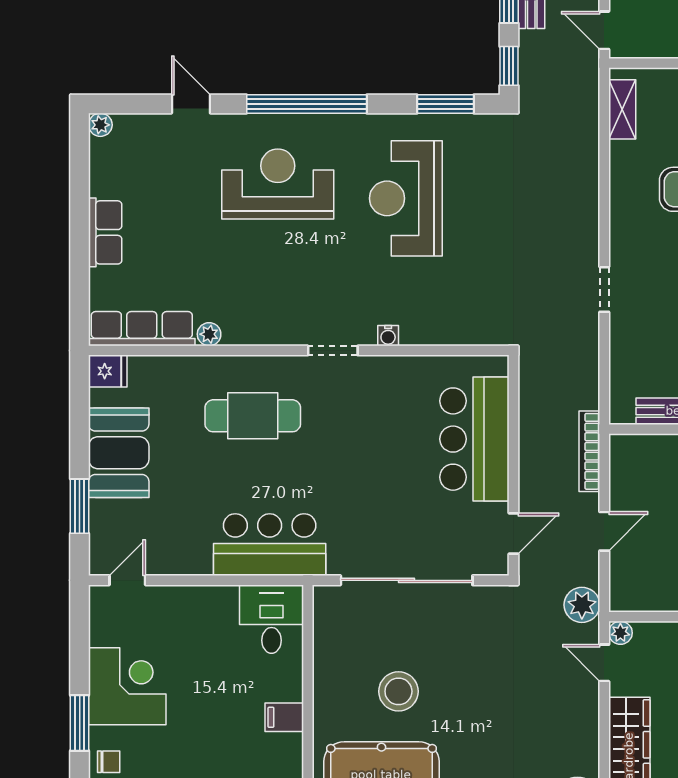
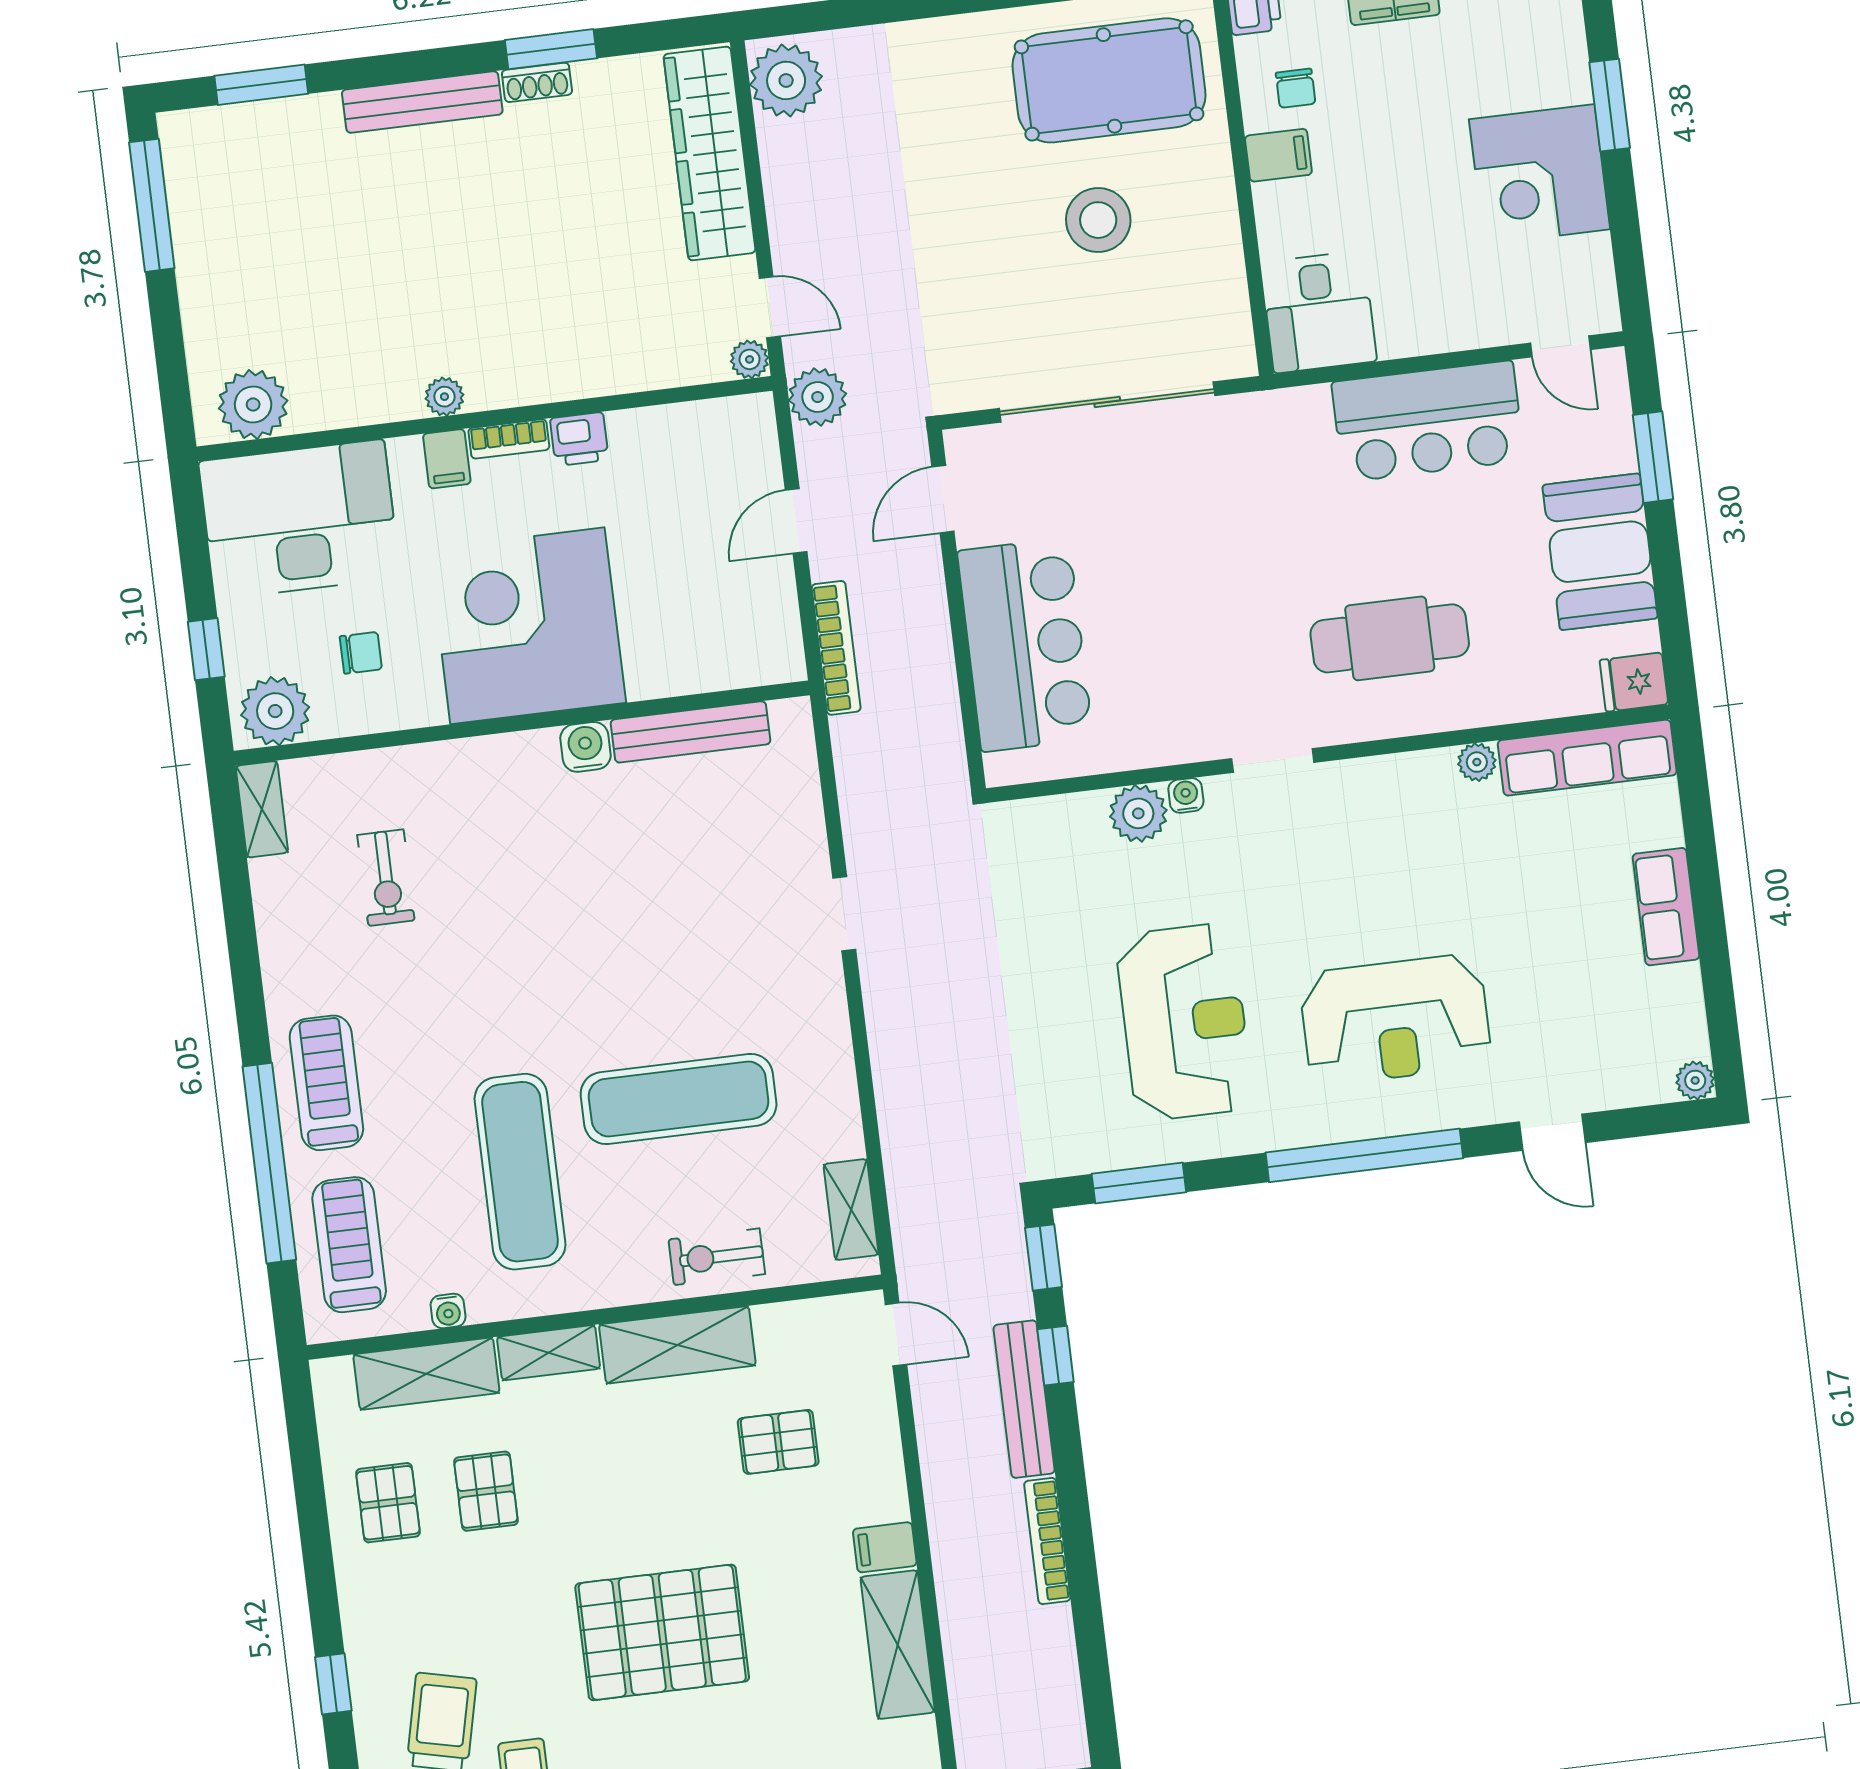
plant: (418, 328) -> (1138, 813), added
bar counter: (270, 545) -> (1428, 421), moved
door: (127, 580) -> (1560, 346), hinge flipped
chair: (109, 762) -> (1296, 88), moved, turned -90

